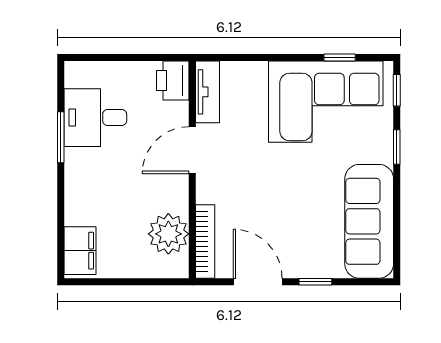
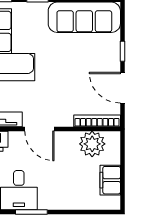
filing cabinet: (80, 251) -> (110, 180), moved, turned -90
door: (258, 282) -> (122, 88), hinge flipped

